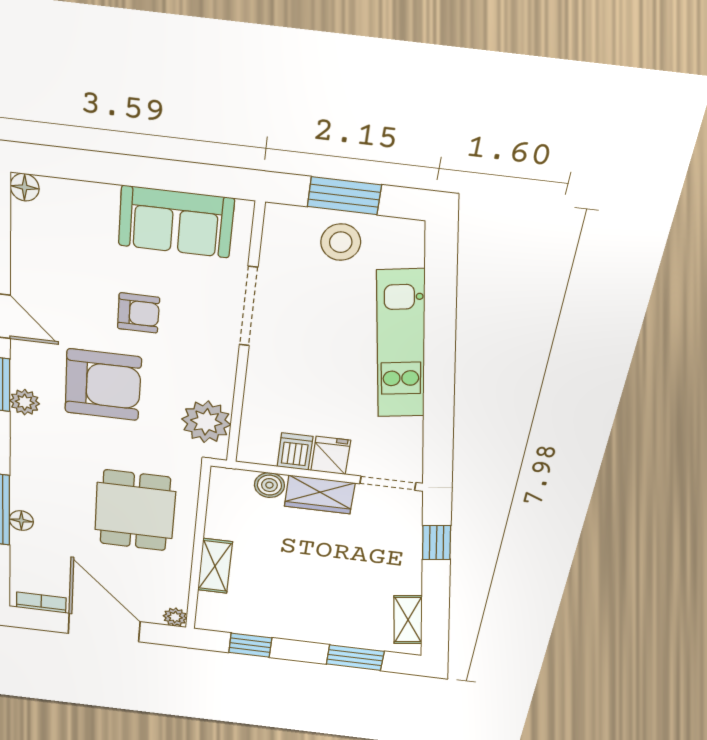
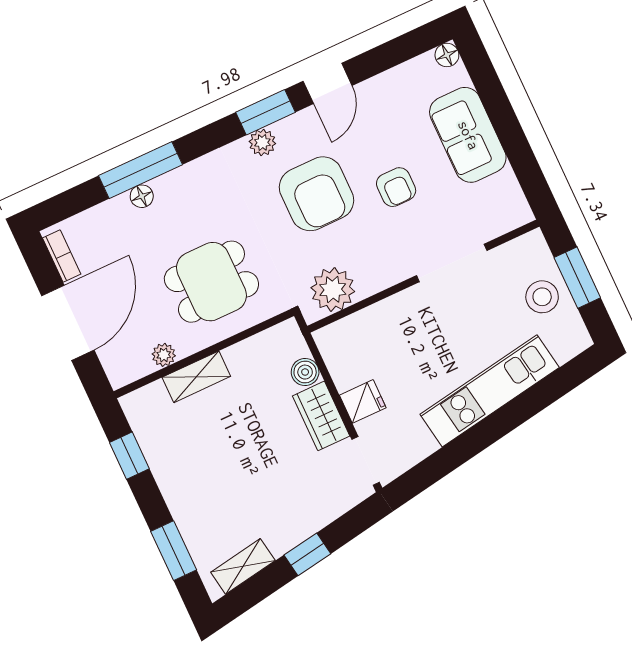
sofa: (176, 222) -> (468, 135), moved
dishwasher: (295, 452) -> (349, 372), removed
window: (437, 543) -> (307, 554), moved
plant: (175, 617) -> (164, 355), moved

